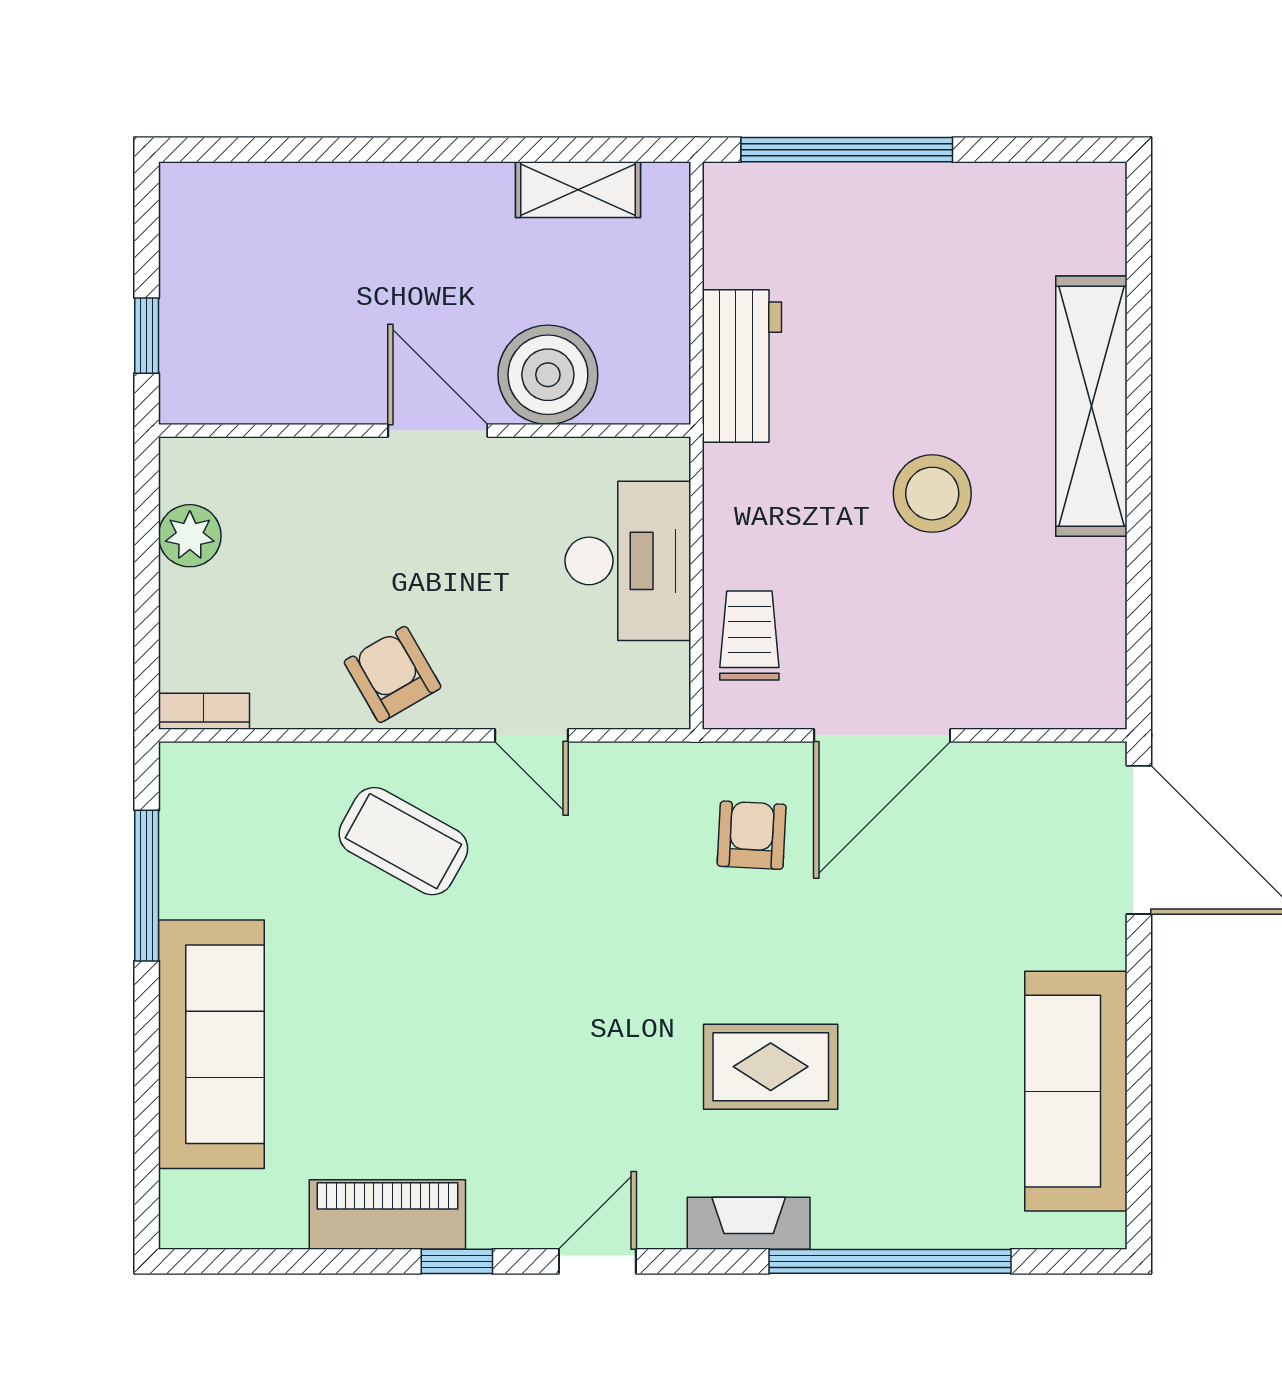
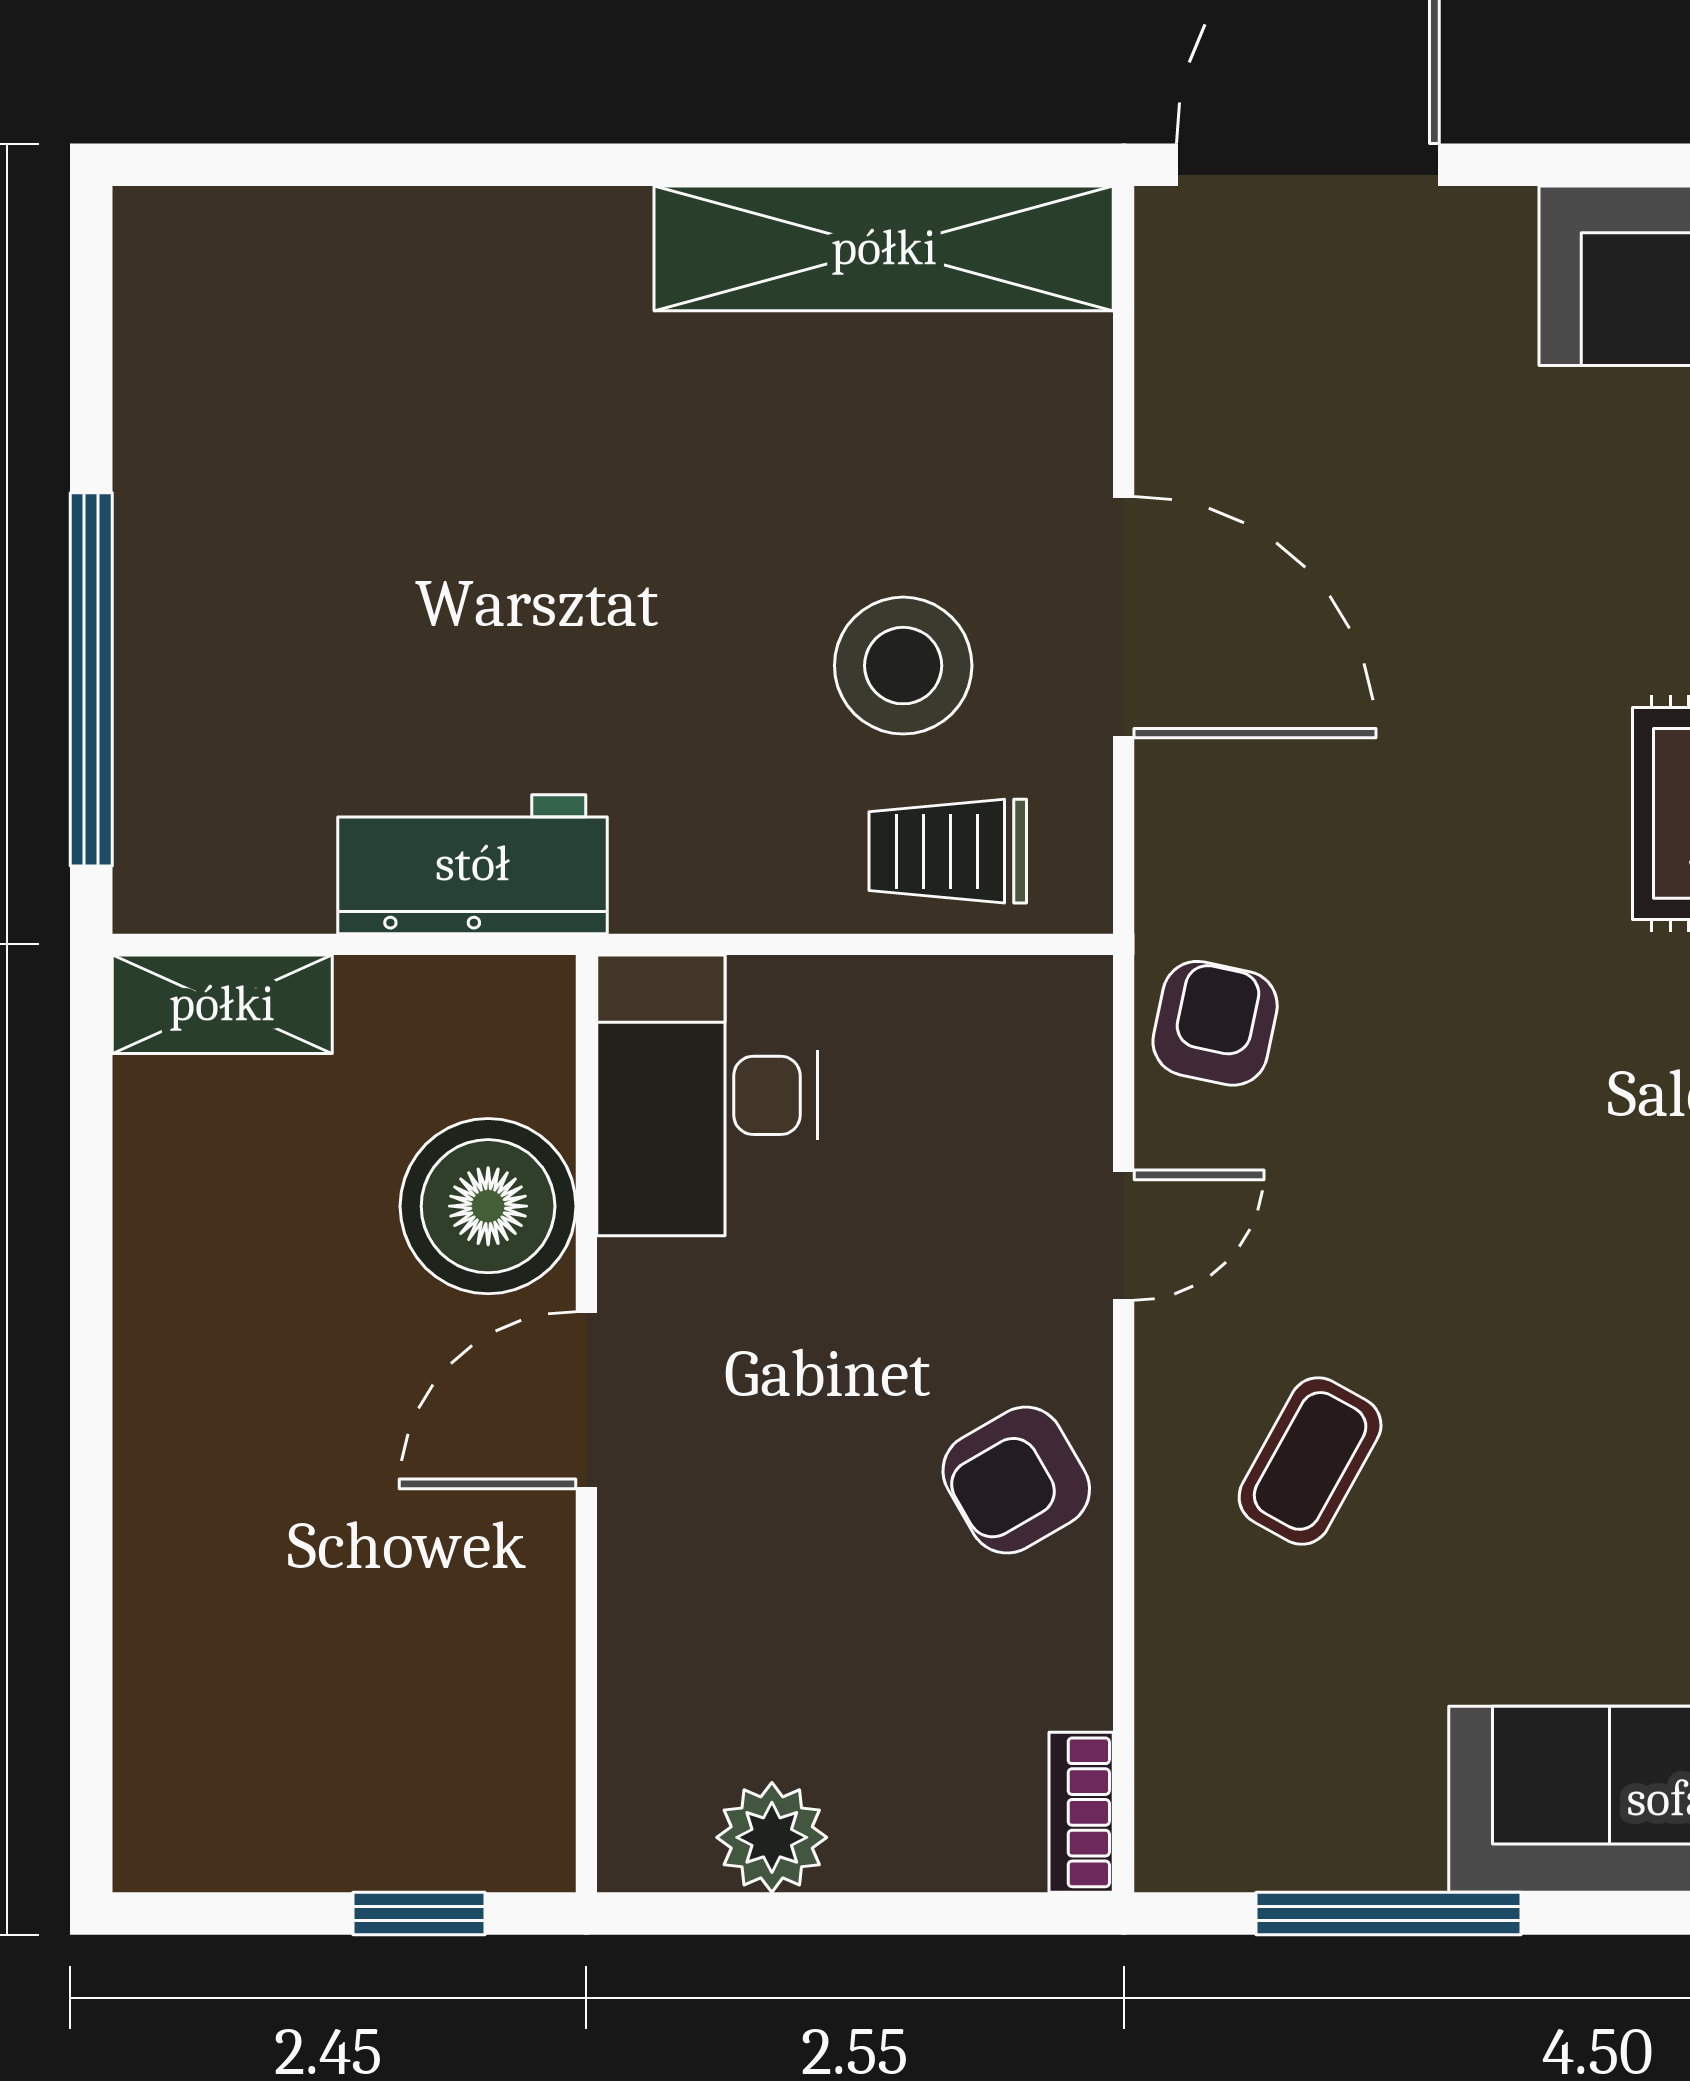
shelving: (578, 190) -> (222, 1004), moved, turned 90
shelving: (1091, 406) -> (884, 248), moved
stool: (932, 494) -> (903, 666), moved
desk: (628, 561) -> (707, 1095), moved, turned -90
armchair: (752, 835) -> (1215, 1023), moved, turned 99
coffee table: (403, 841) -> (1310, 1461), width x0.73, depth x0.77

